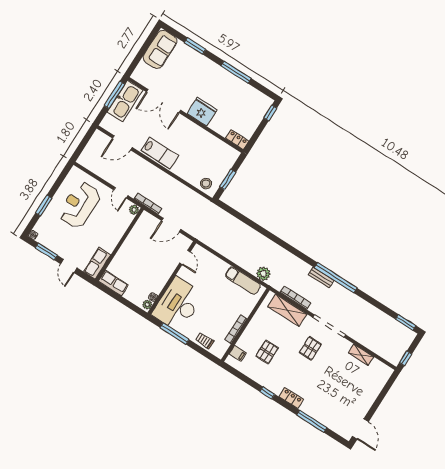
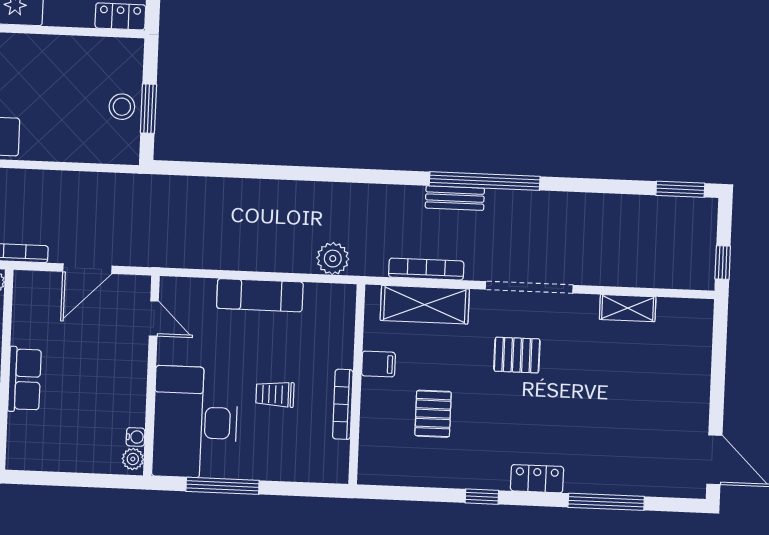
stool: (206, 184) -> (122, 107), moved
exam couch: (243, 281) -> (260, 295), moved
row of seats: (113, 283) -> (24, 379), moved, turned 90
trolley: (205, 341) -> (275, 394), moved
pallet: (310, 348) -> (517, 355), turned 90
filing cabinet: (238, 353) -> (378, 364), moved

